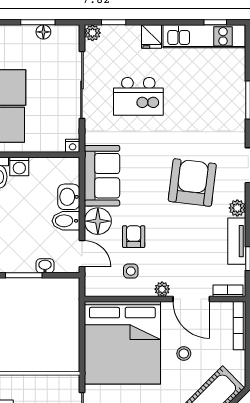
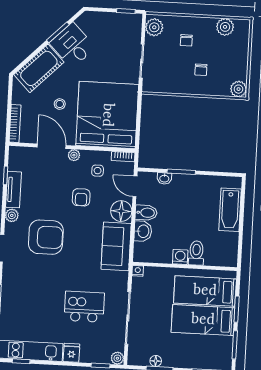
armchair: (192, 183) -> (46, 237), turned -97
armchair: (134, 237) -> (81, 197), moved
bookcase: (228, 291) -> (123, 157), moved

